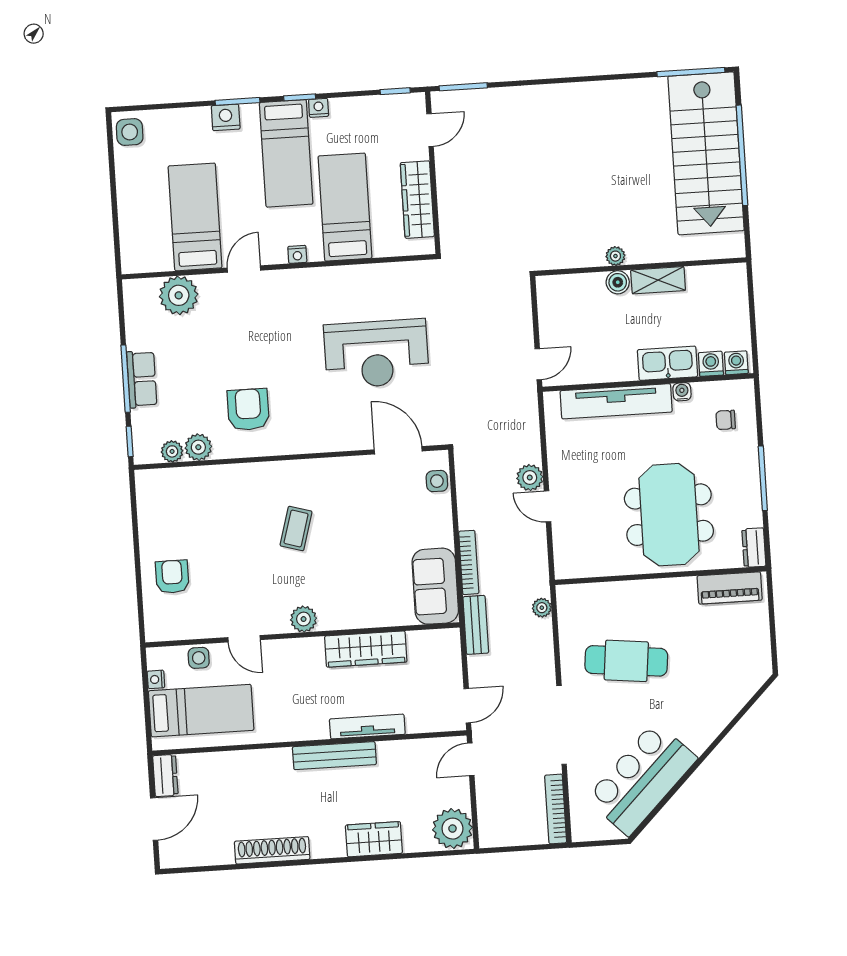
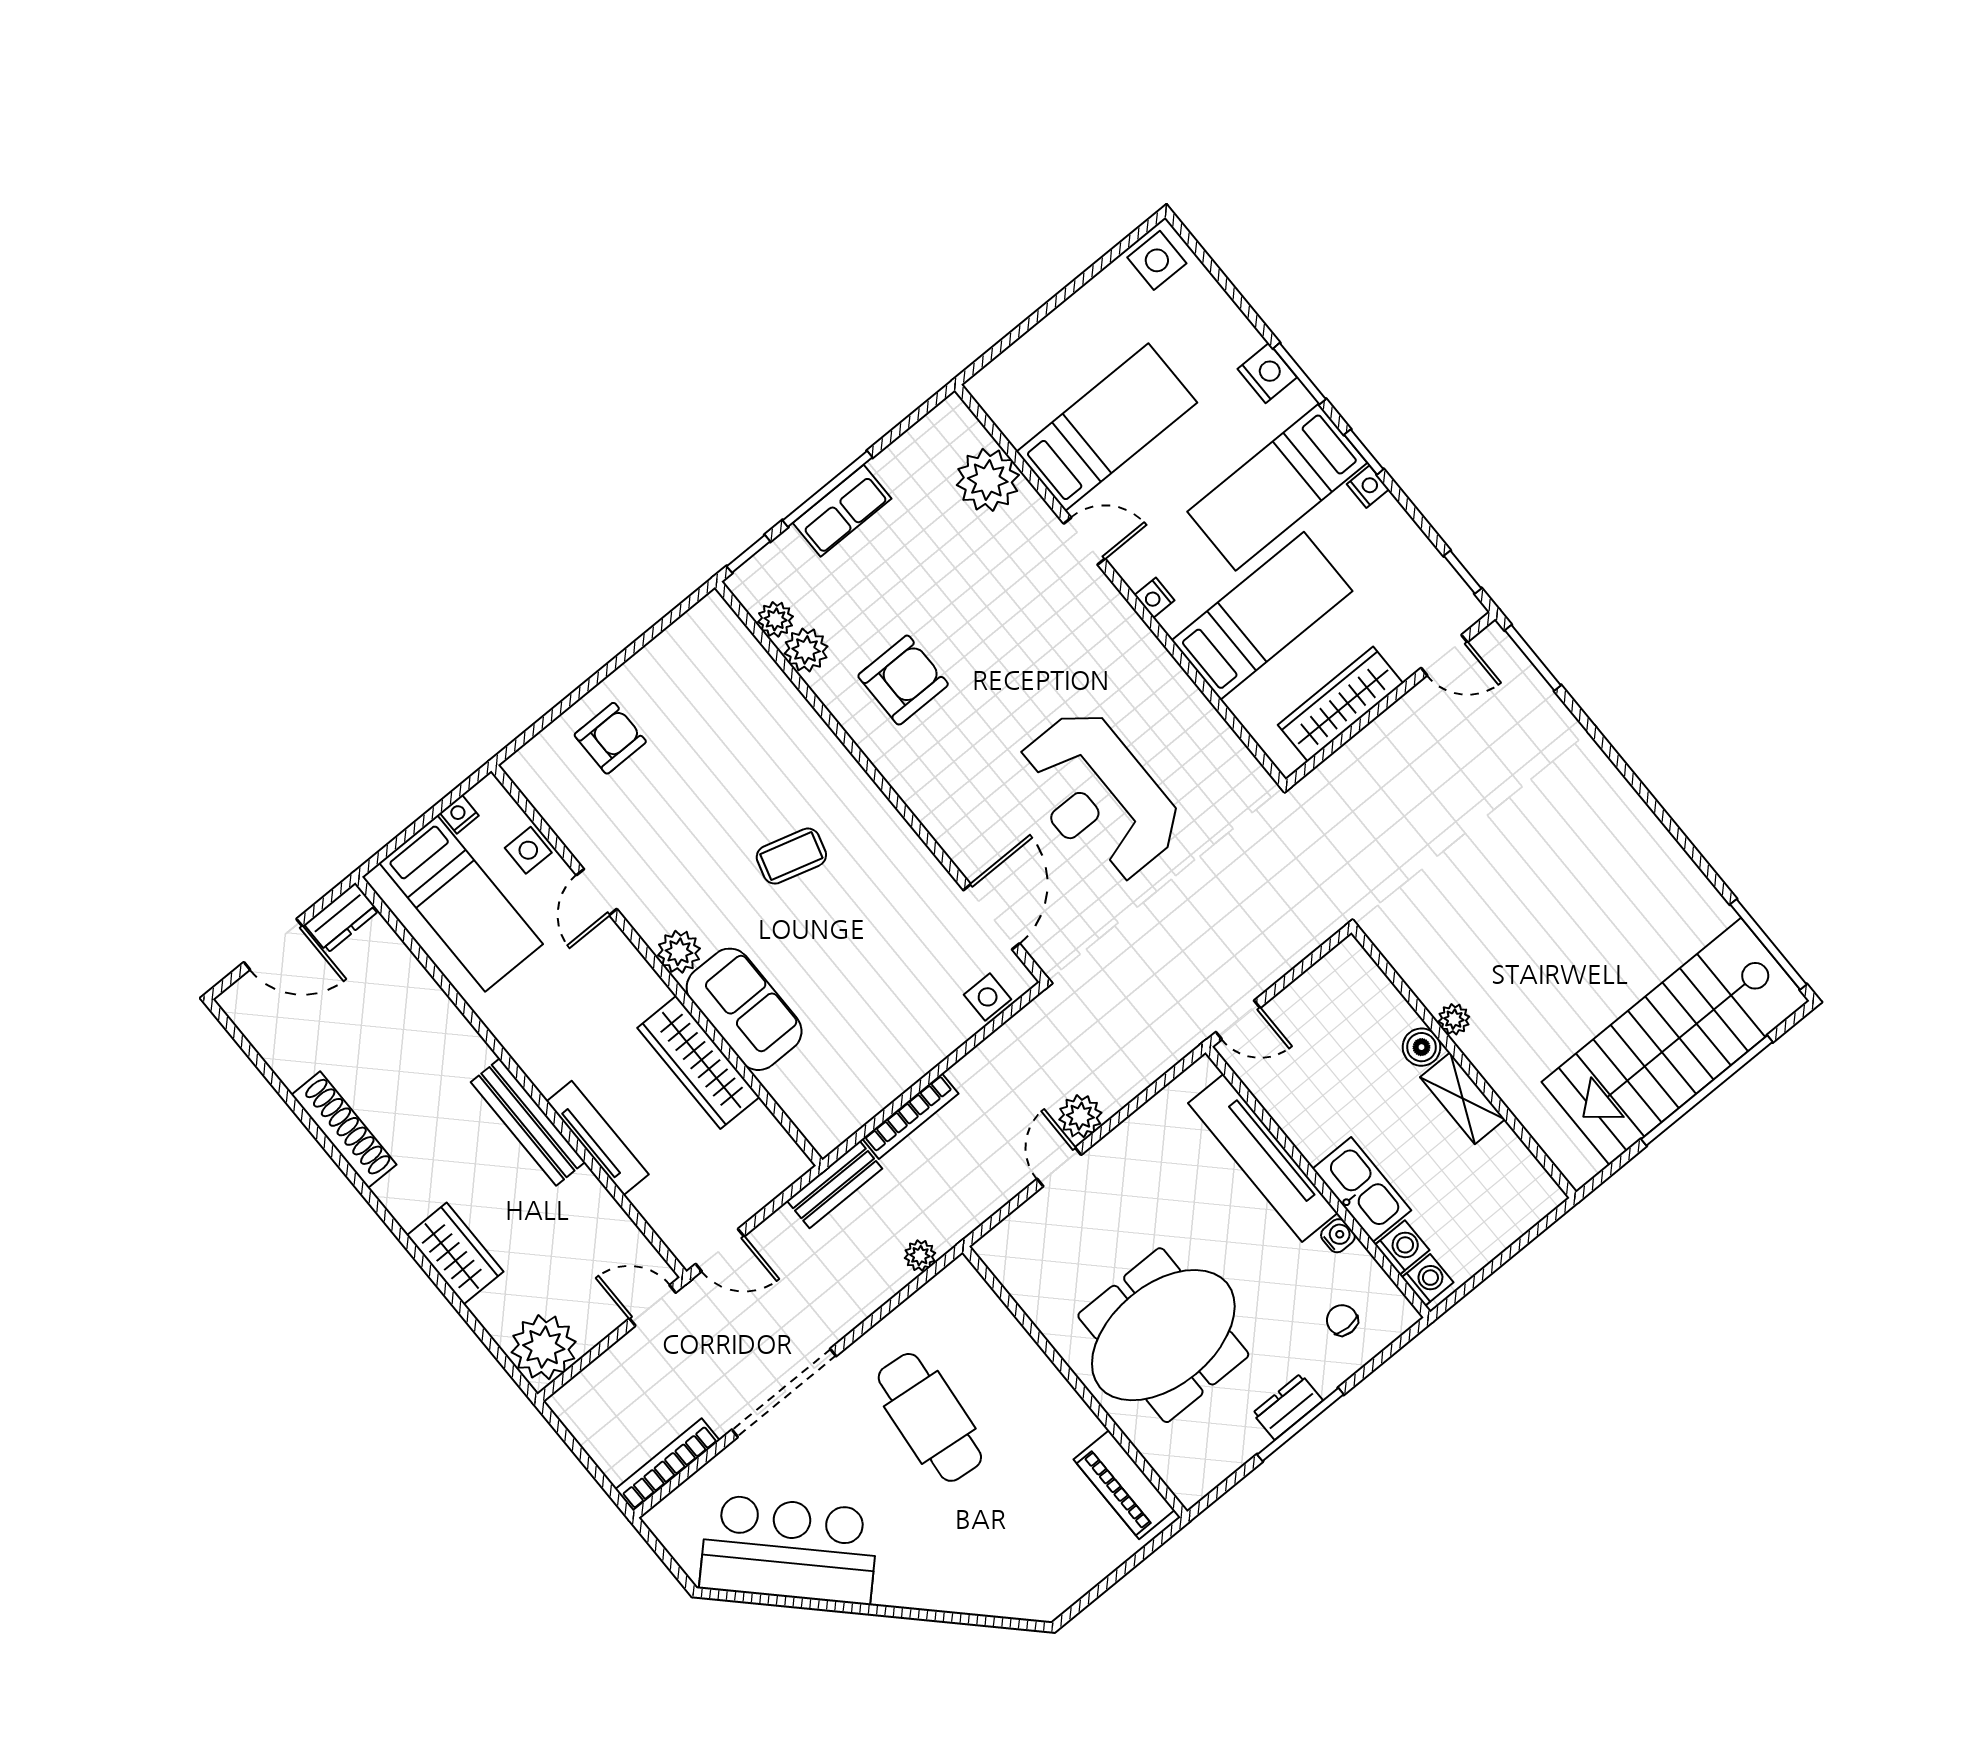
dresser: (754, 548) -> (1288, 1407), moved
sofa: (435, 586) -> (744, 1009), moved, turned 90

